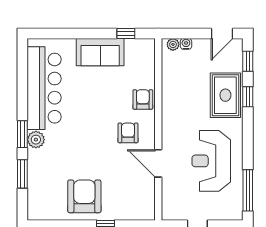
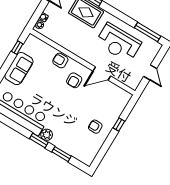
armchair: (128, 133) -> (74, 80), turned -90
armchair: (84, 196) -> (95, 127), width x0.53, depth x0.53

